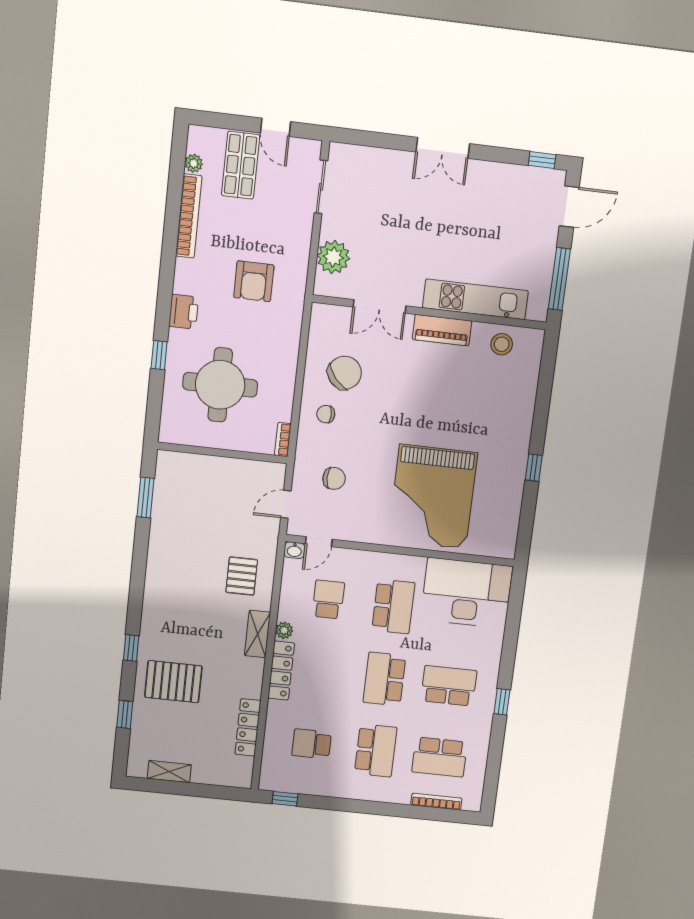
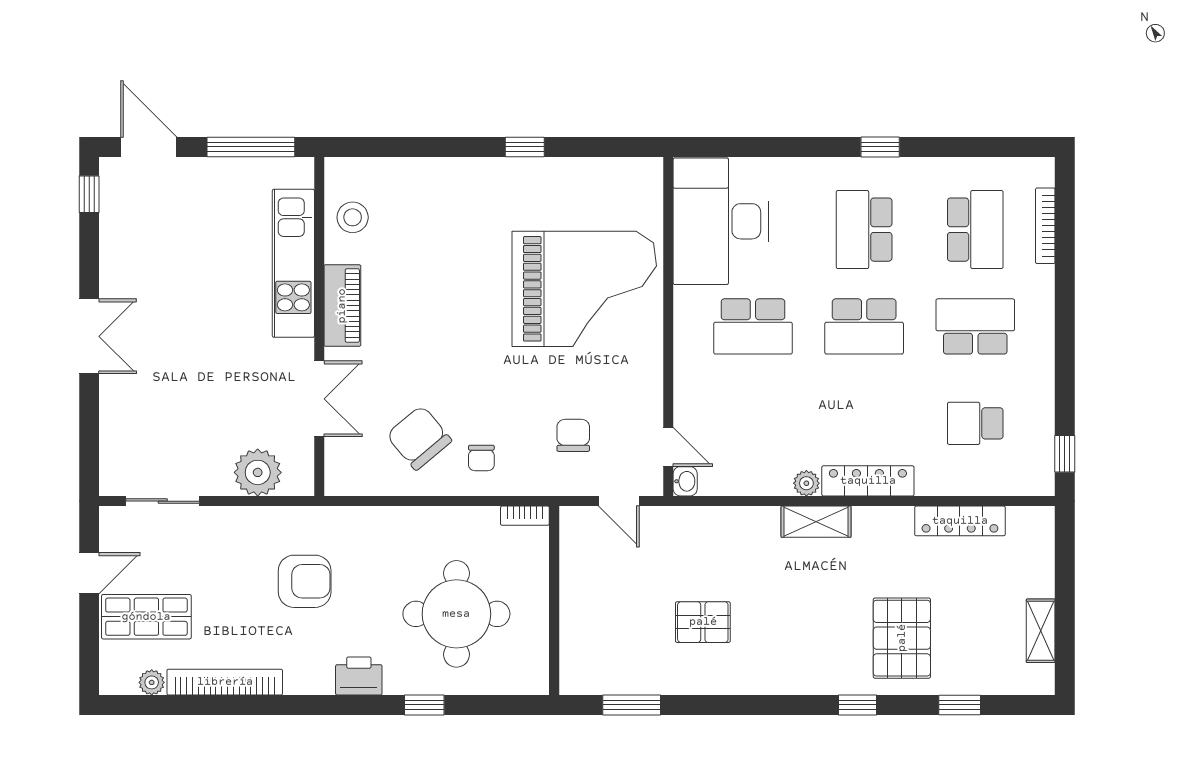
pallet: (242, 576) -> (703, 622), moved
school desk: (328, 599) -> (753, 423), removed
school desk: (393, 606) -> (753, 326), turned 180
school desk: (312, 744) -> (975, 423), turned 90

